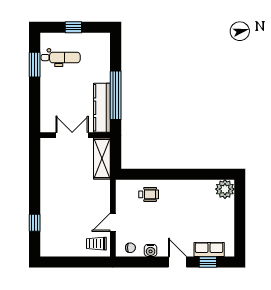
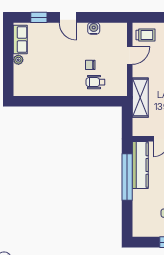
shelving: (102, 159) -> (140, 98), moved
plant: (225, 189) -> (18, 60), moved, width x0.53, depth x0.53
chair: (130, 248) -> (90, 65), moved
row of seats: (209, 249) -> (20, 39), moved, turned -90

